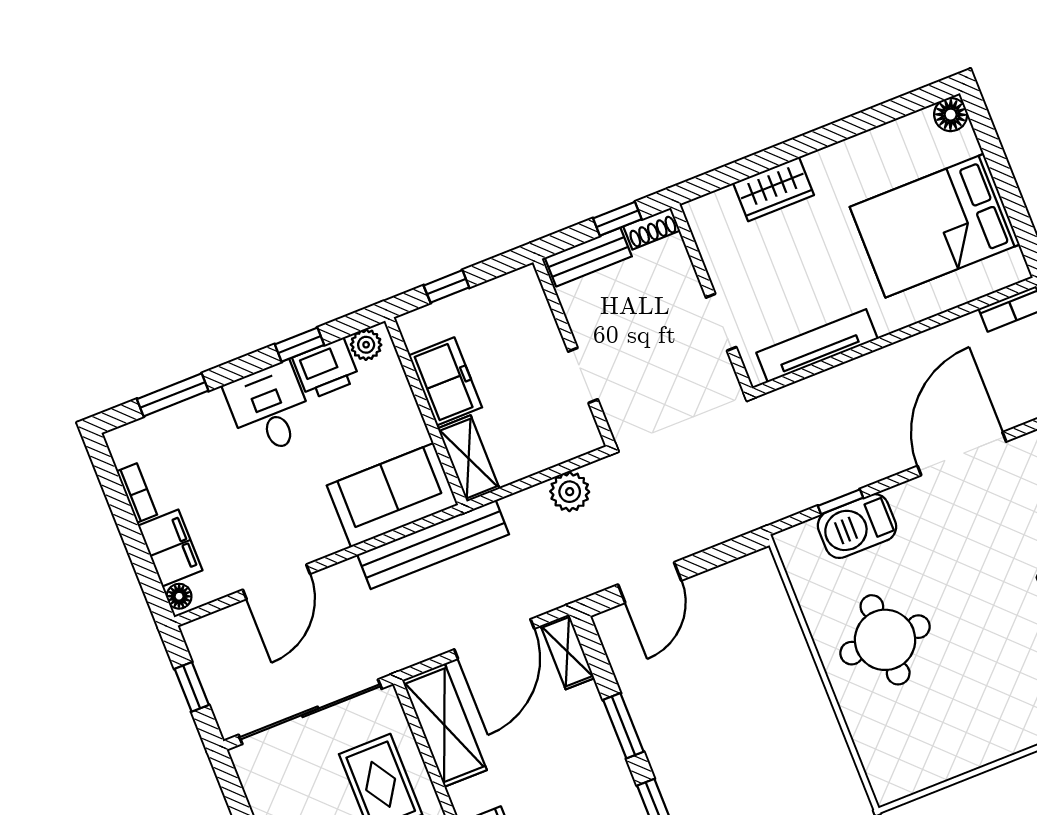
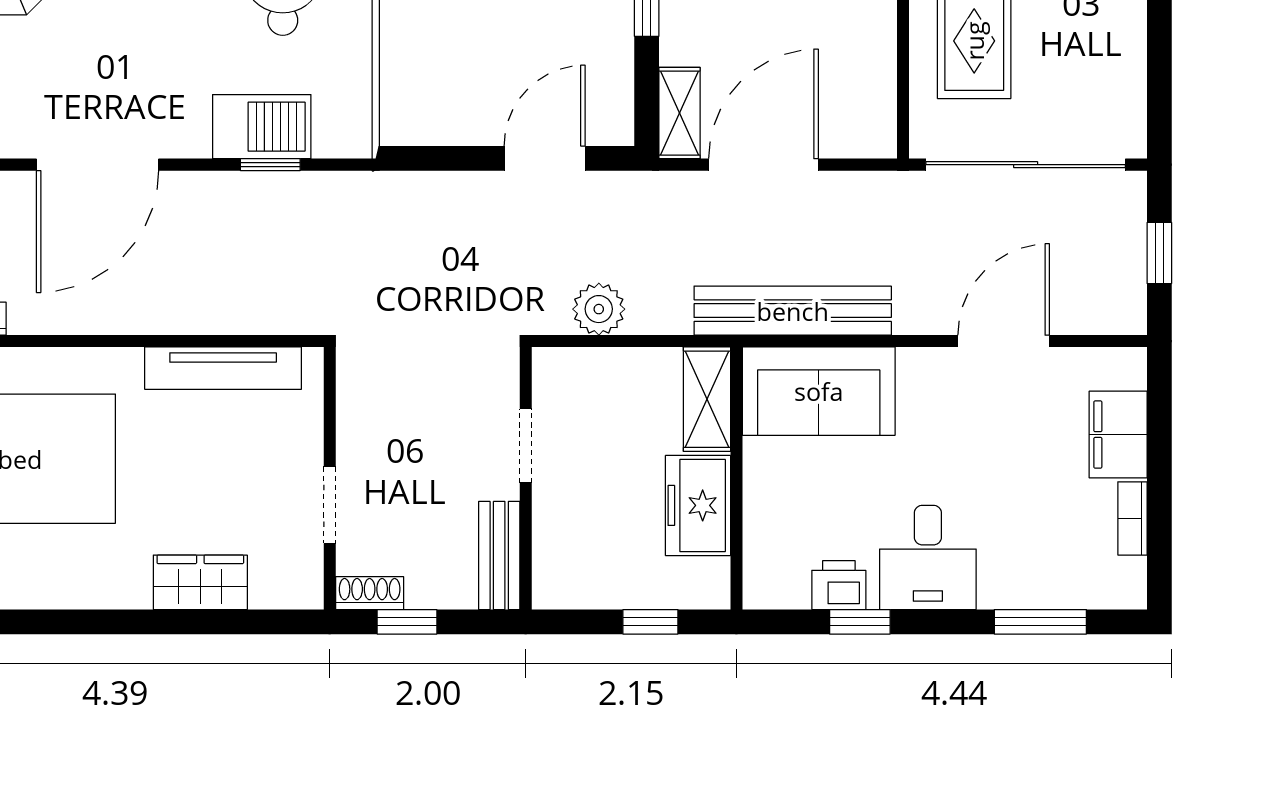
bench: (588, 257) -> (499, 556), moved, turned 90
doorway: (721, 322) -> (330, 505), moved
plant: (366, 345) -> (778, 589), removed
printer: (326, 369) -> (839, 585), width x0.73, depth x0.81
floor lamp: (179, 596) -> (1131, 371), removed
shelving: (444, 725) -> (867, 83), removed

